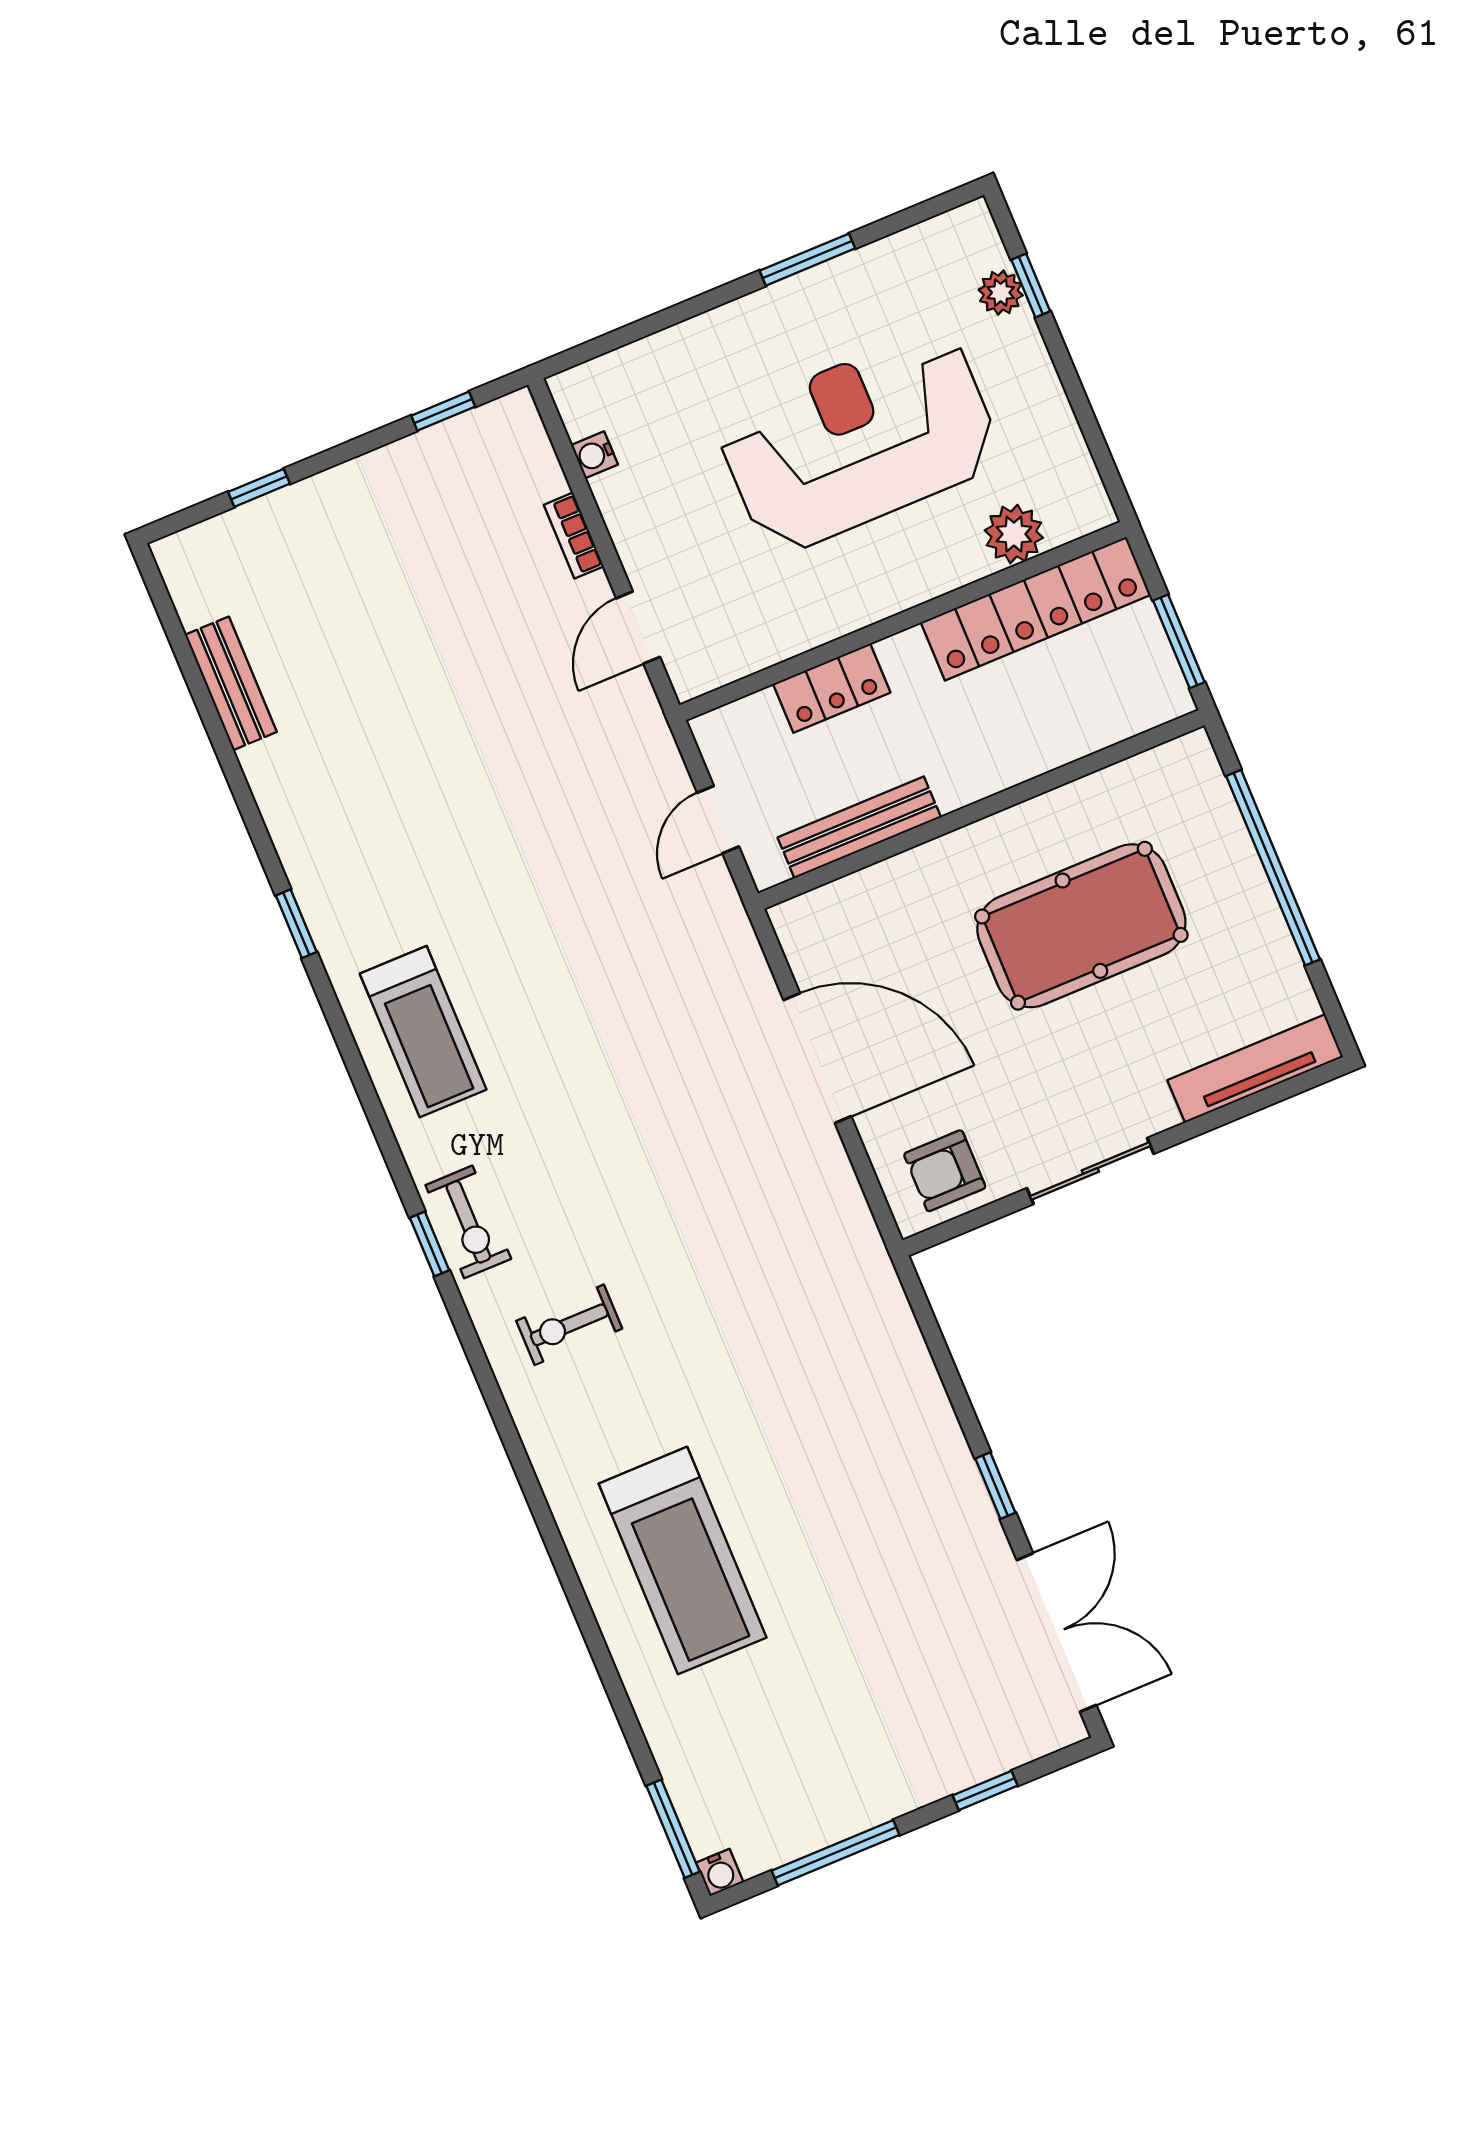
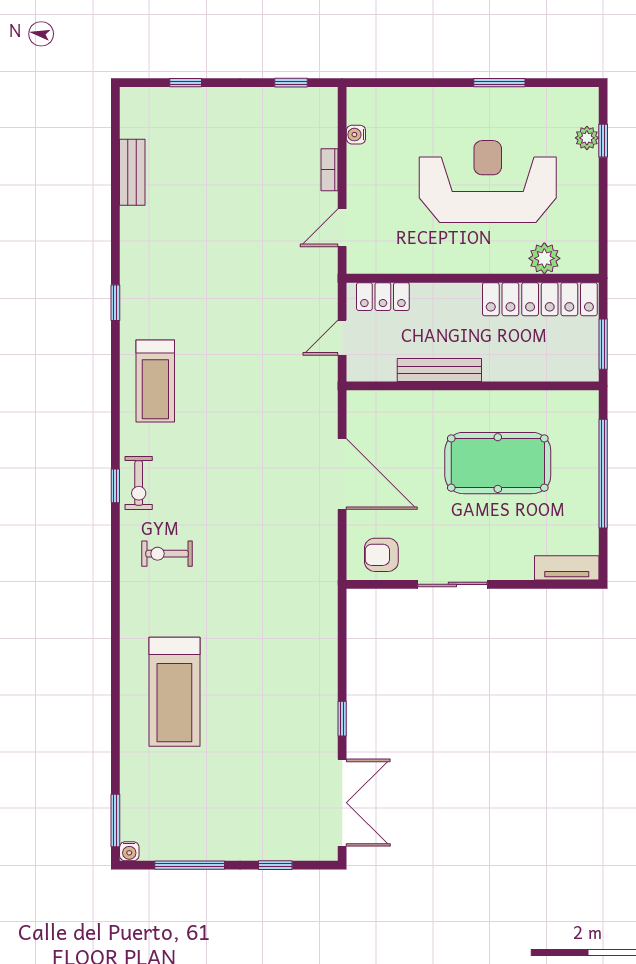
locker: (832, 688) -> (383, 297), moved
bench: (859, 827) -> (439, 370), moved
tv unit: (1255, 1069) -> (567, 568), width x0.71

